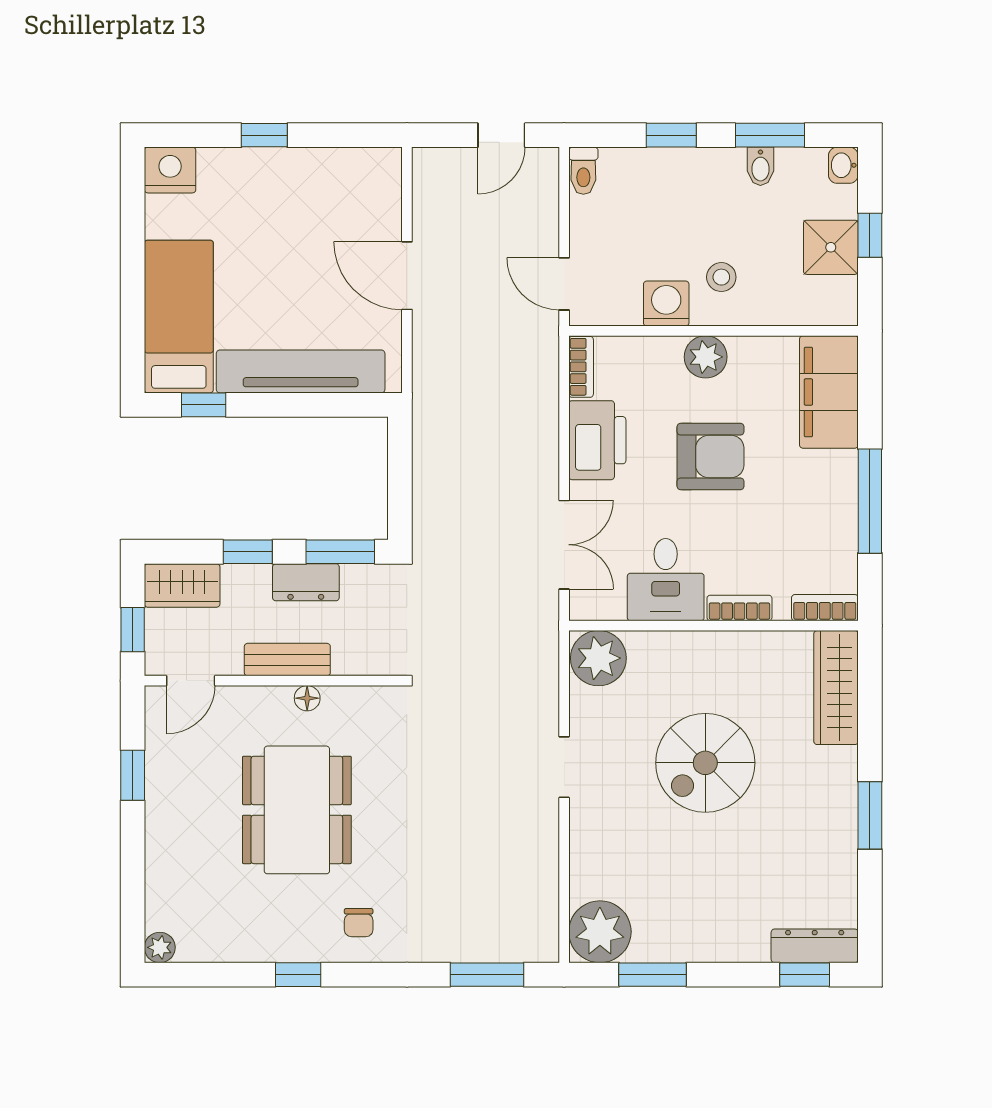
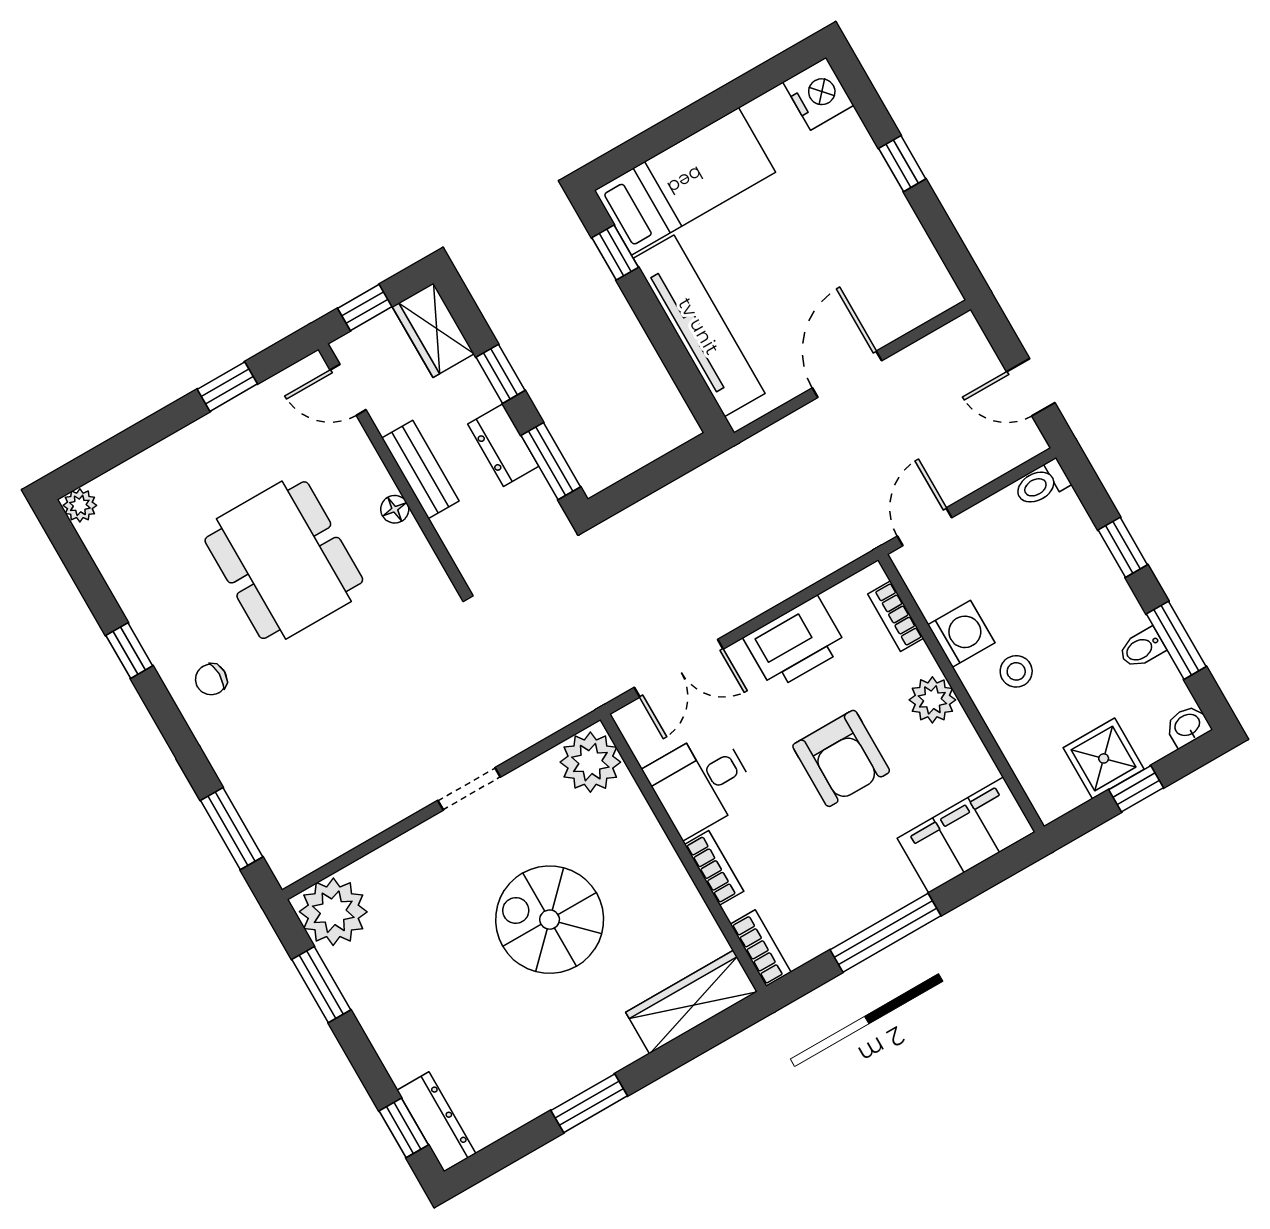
bookcase: (581, 367) -> (896, 616), moved, turned 90
dining table: (297, 810) -> (284, 560), turned 90

